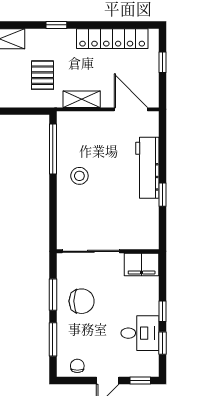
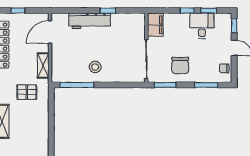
window: (53, 295) -> (165, 85), moved
chair: (82, 301) -> (180, 65), turned 180

